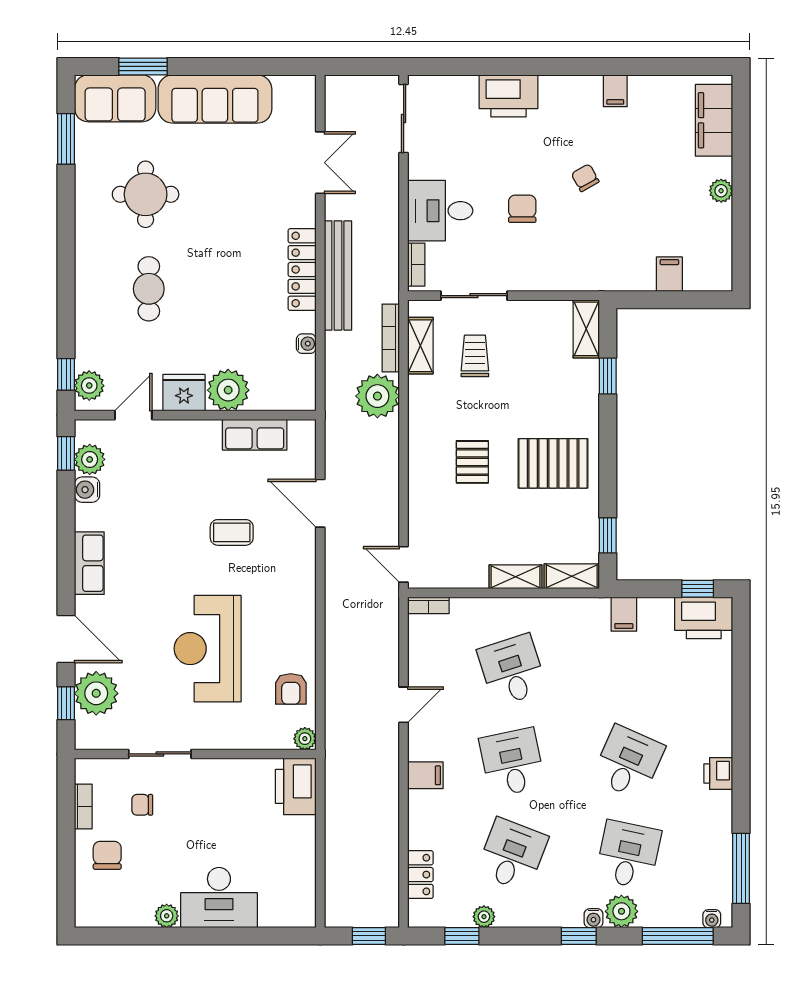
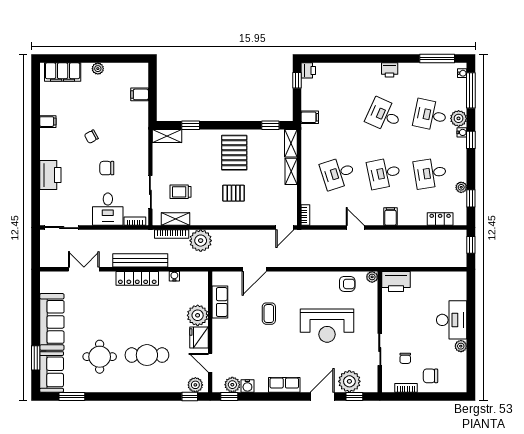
cafe table: (149, 289) -> (147, 355), width x1.37, depth x1.35
printer: (704, 618) -> (308, 70), width x0.53, depth x0.68
desk: (512, 855) -> (430, 173), turned -30

